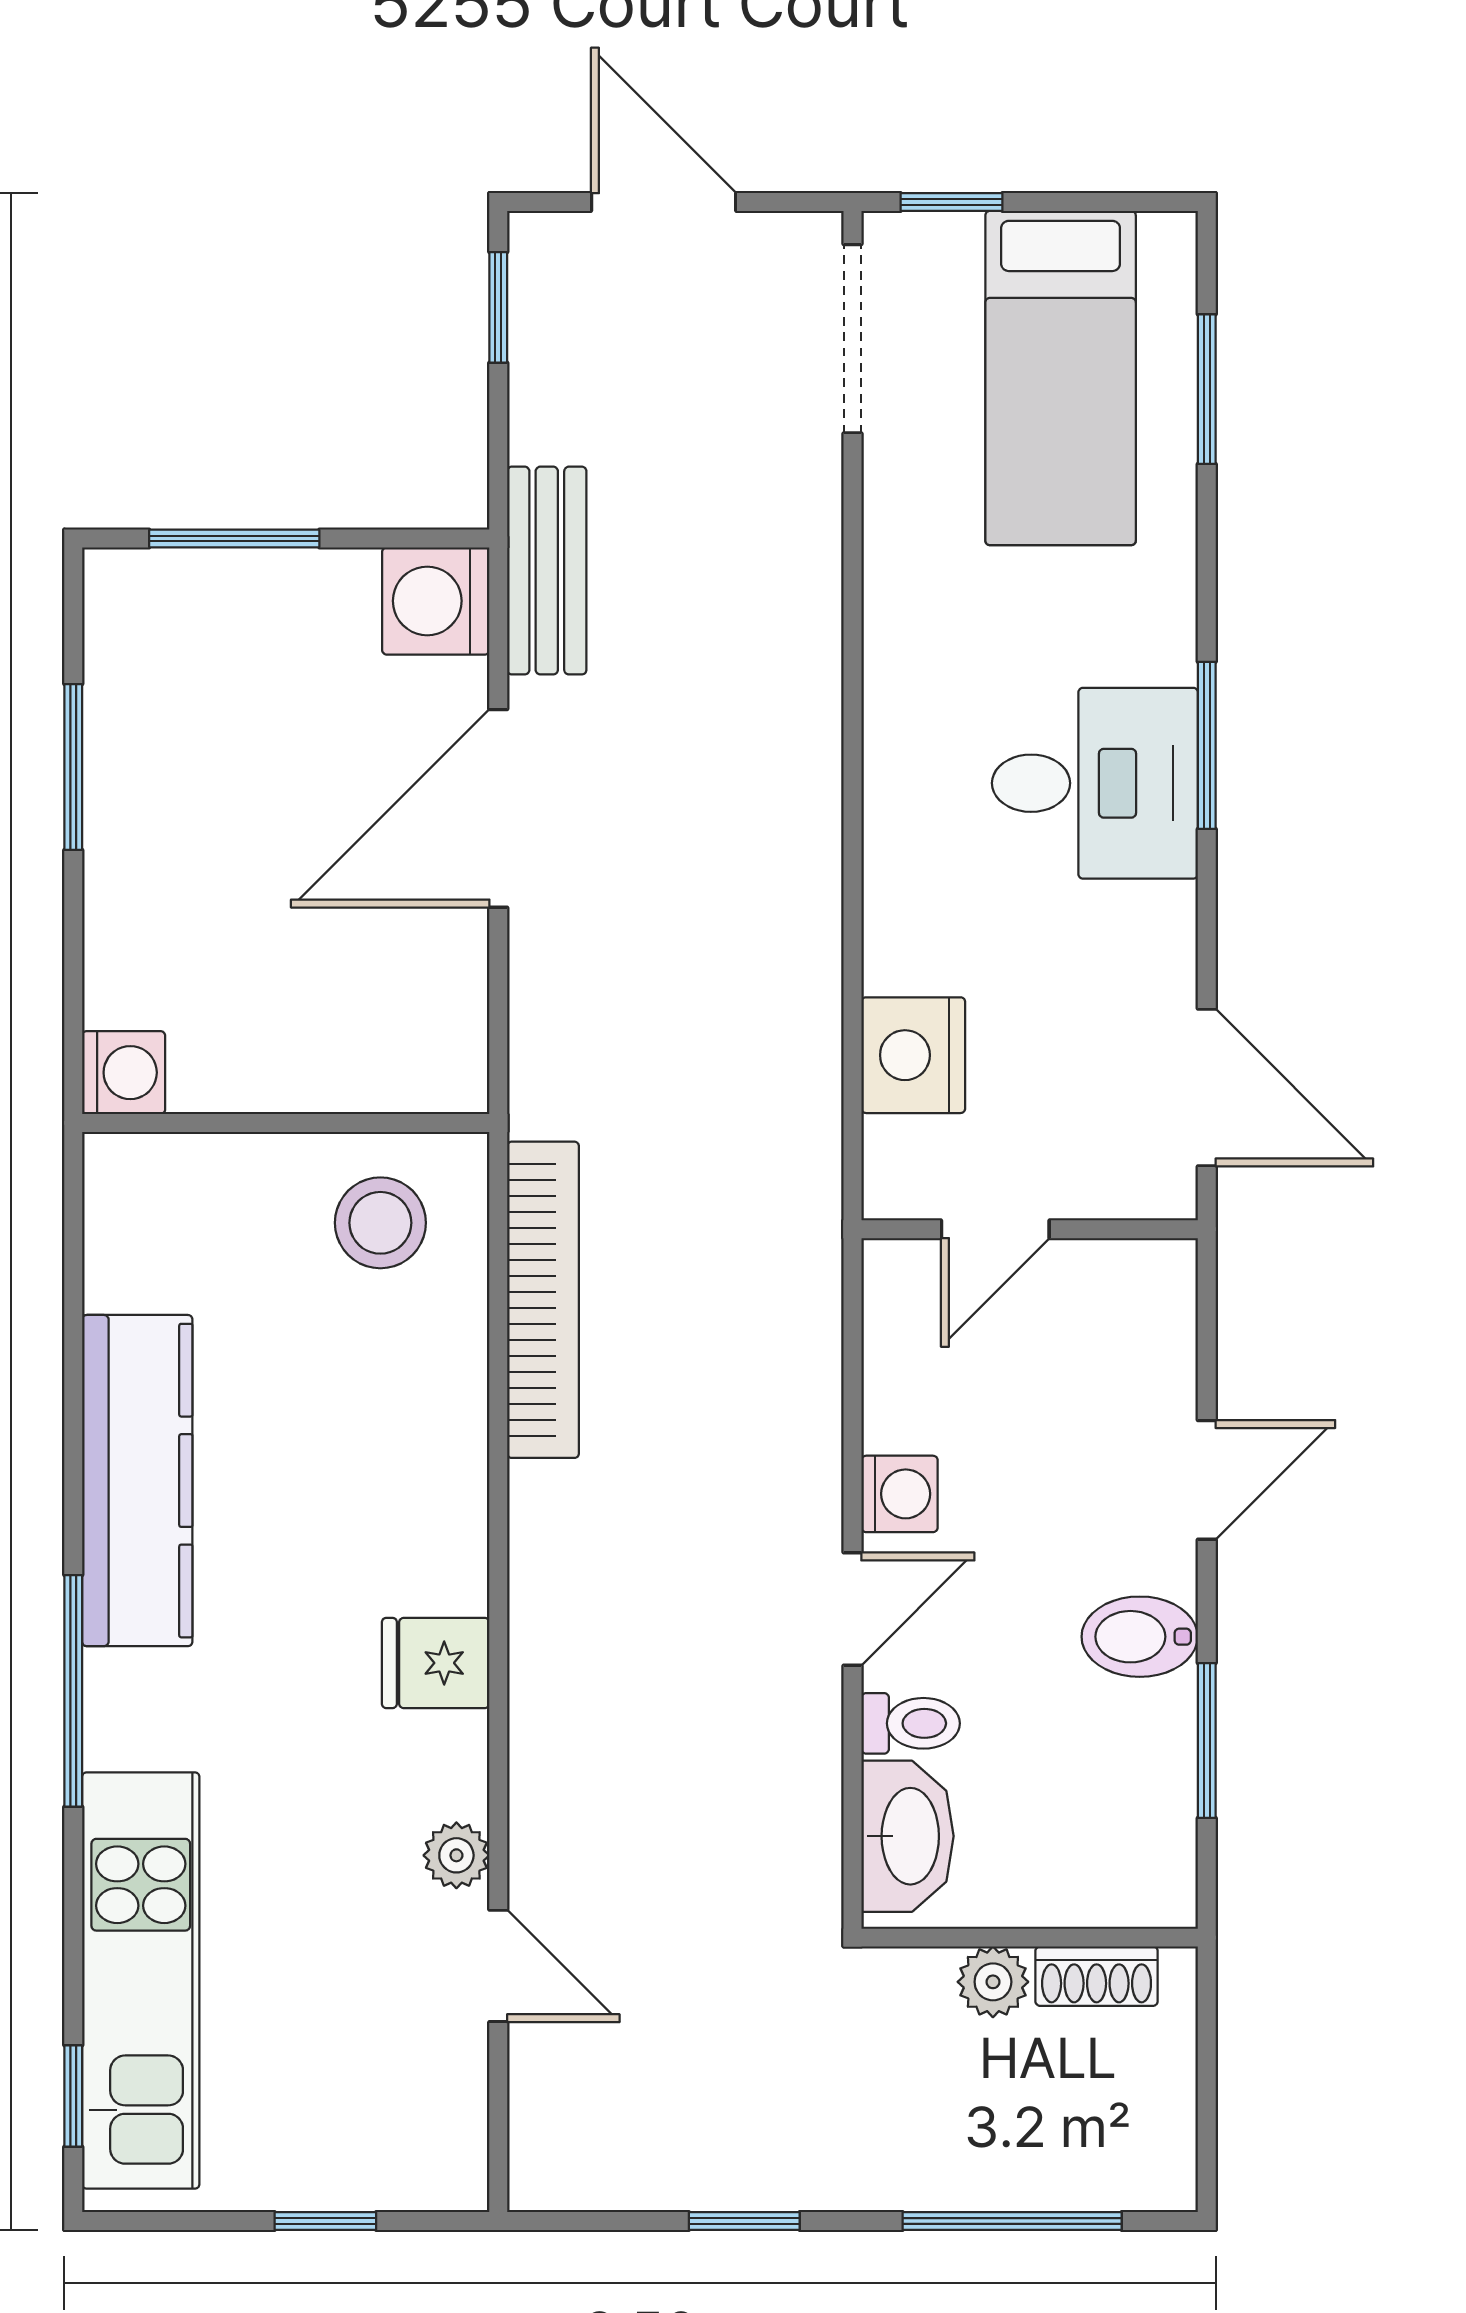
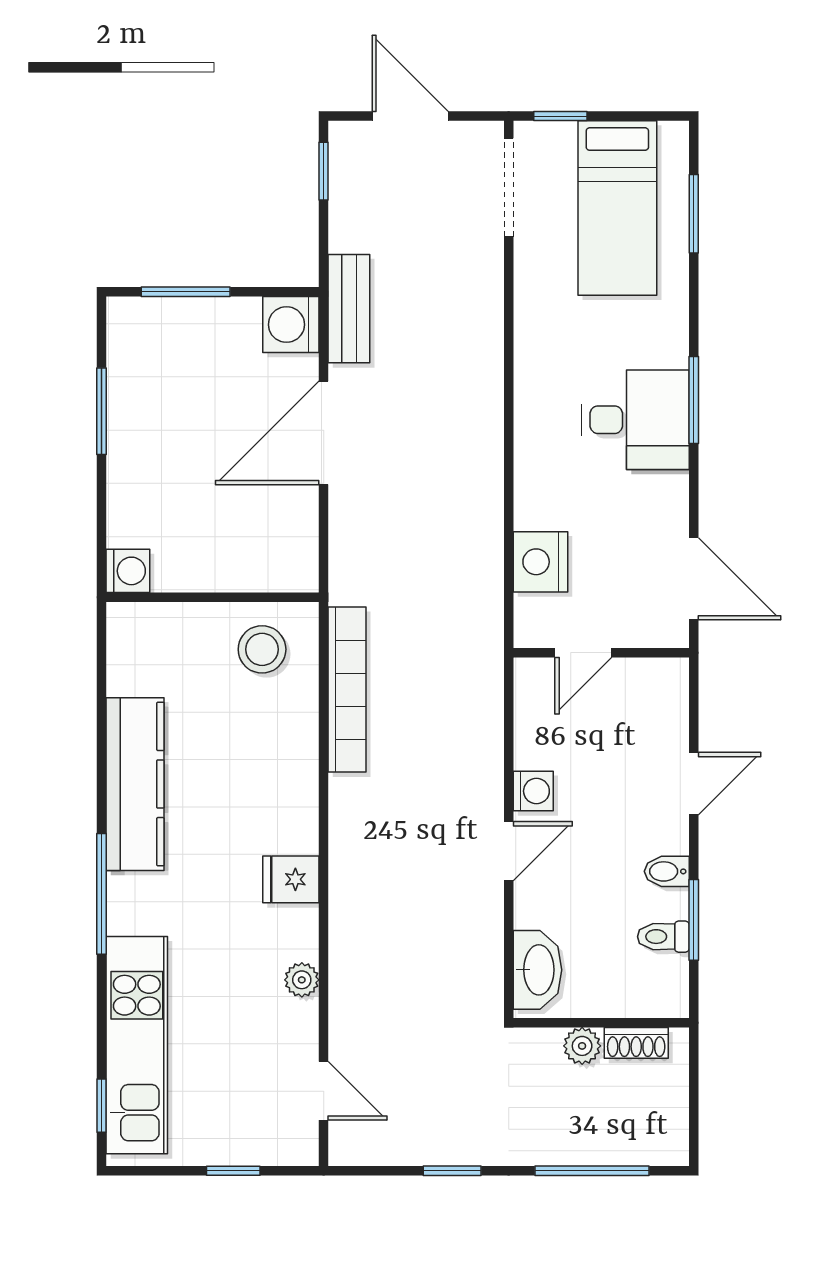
bidet: (1140, 1637) -> (667, 871), width x0.72, depth x0.74
toilet: (911, 1723) -> (663, 937), moved, turned 180
door: (498, 1966) -> (324, 1091), moved

